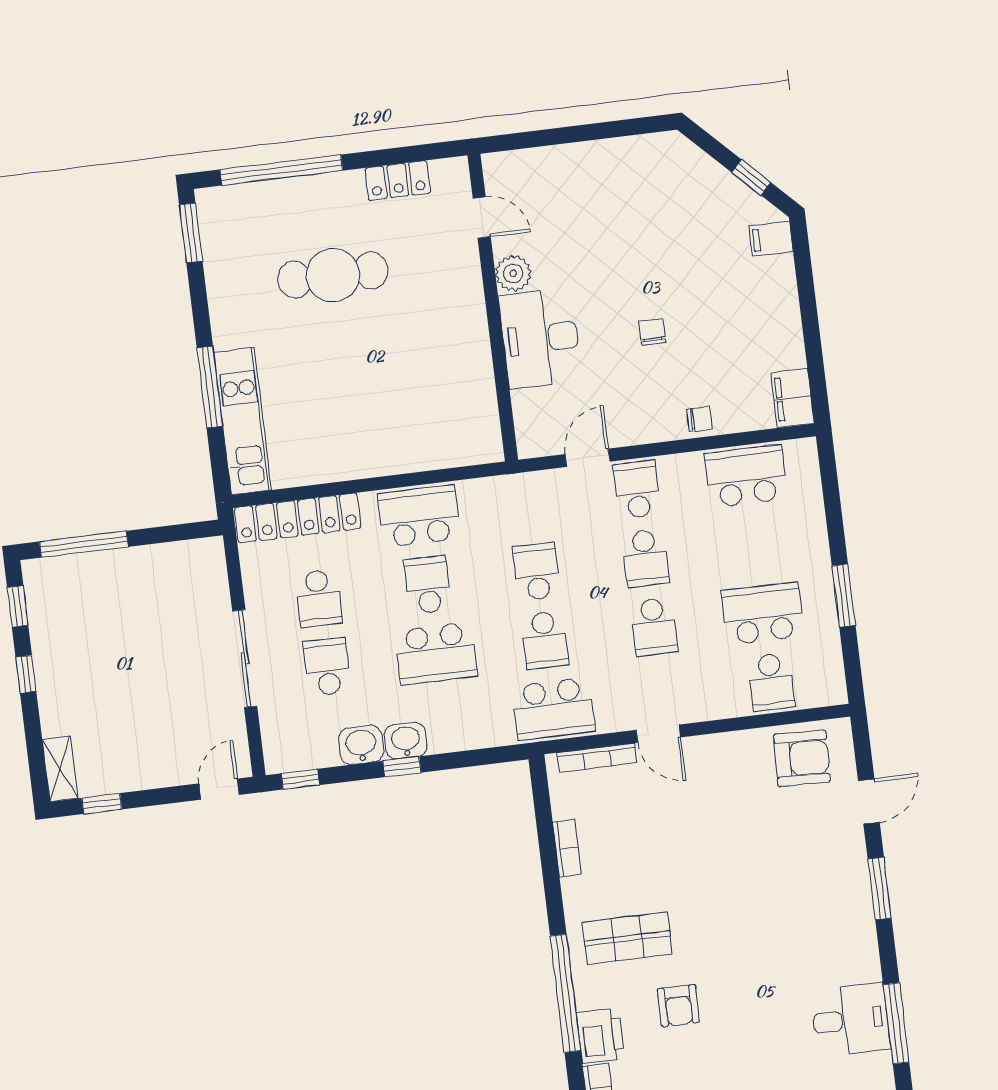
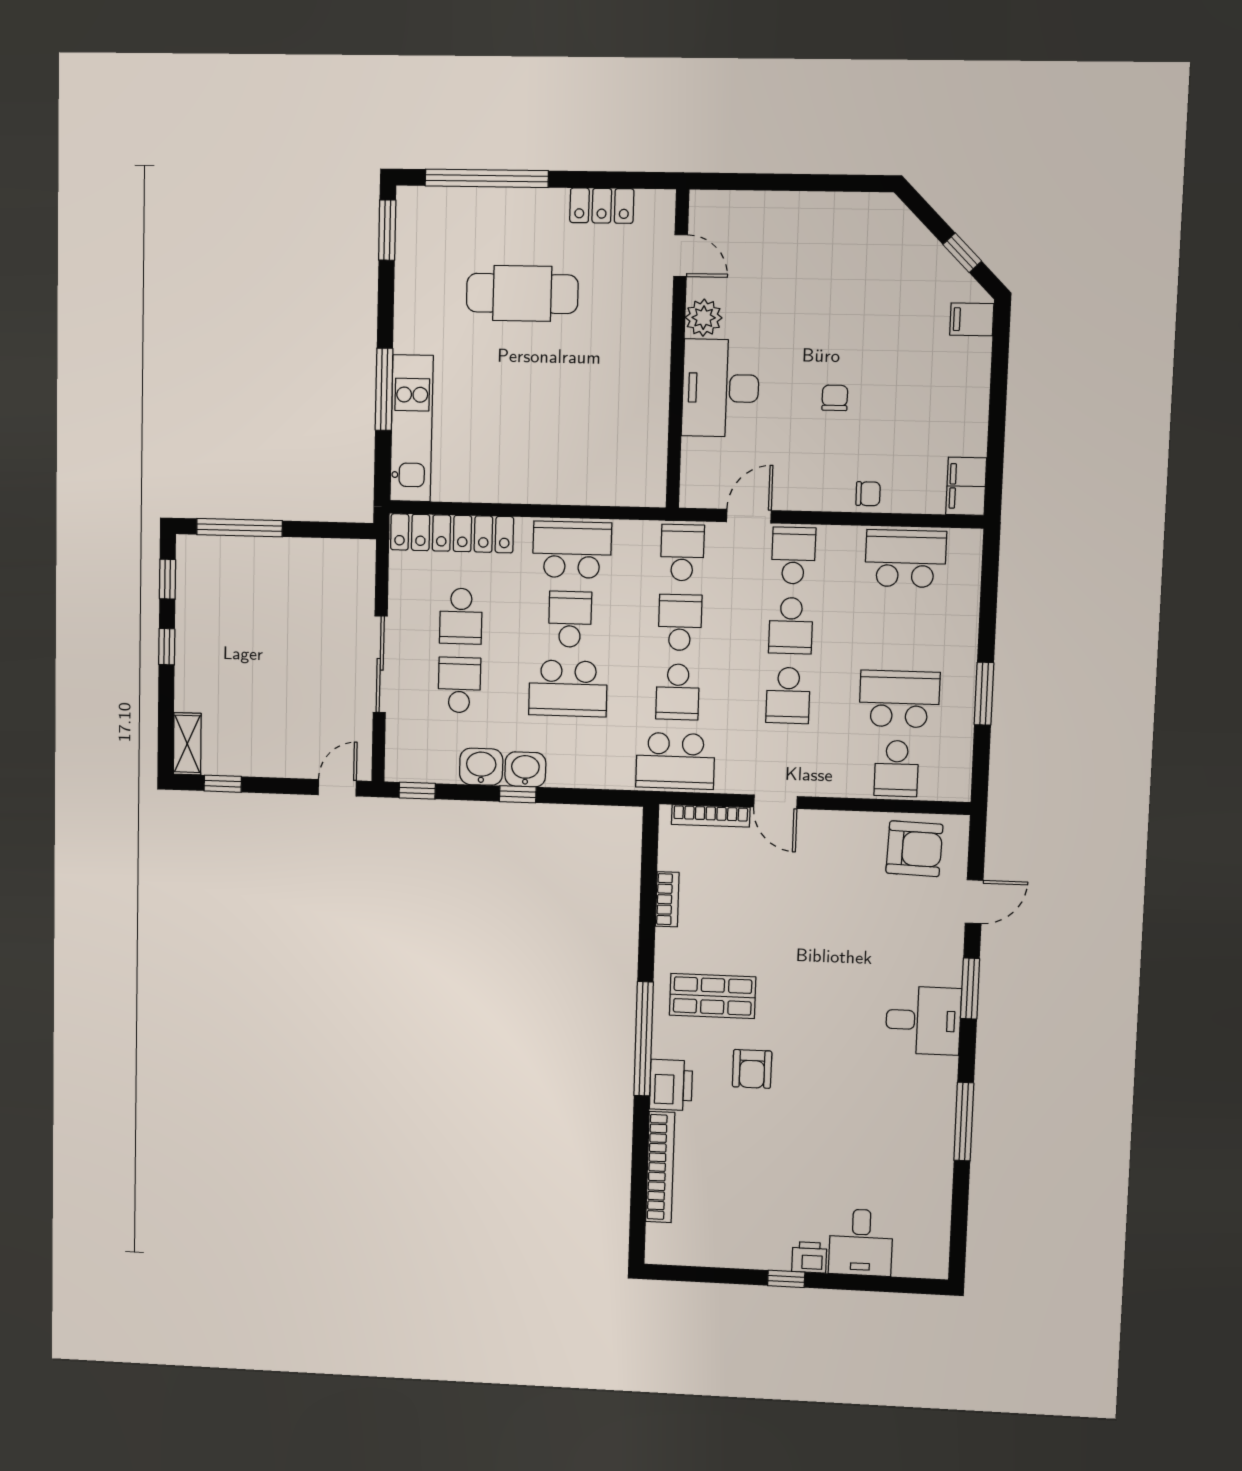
school desk: (528, 503) -> (682, 553), added
desk: (851, 1020) -> (923, 1020), moved

